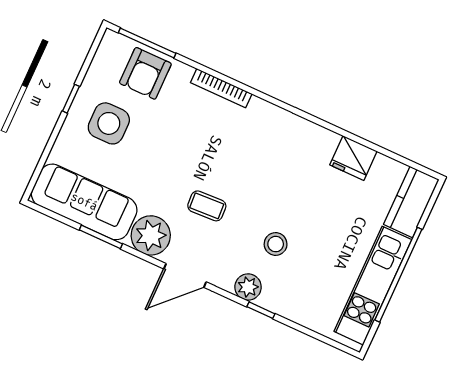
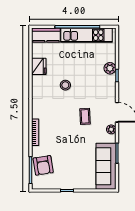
armchair: (145, 73) -> (43, 165), turned 81
side table: (109, 123) -> (70, 171), removed
plant: (151, 235) -> (111, 129), width x0.53, depth x0.53
stool: (276, 244) -> (65, 85), moved
plant: (248, 287) -> (110, 68), moved

